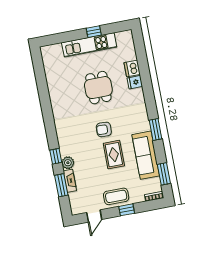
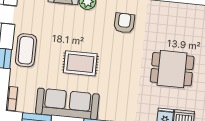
armchair: (104, 129) -> (124, 23), moved

